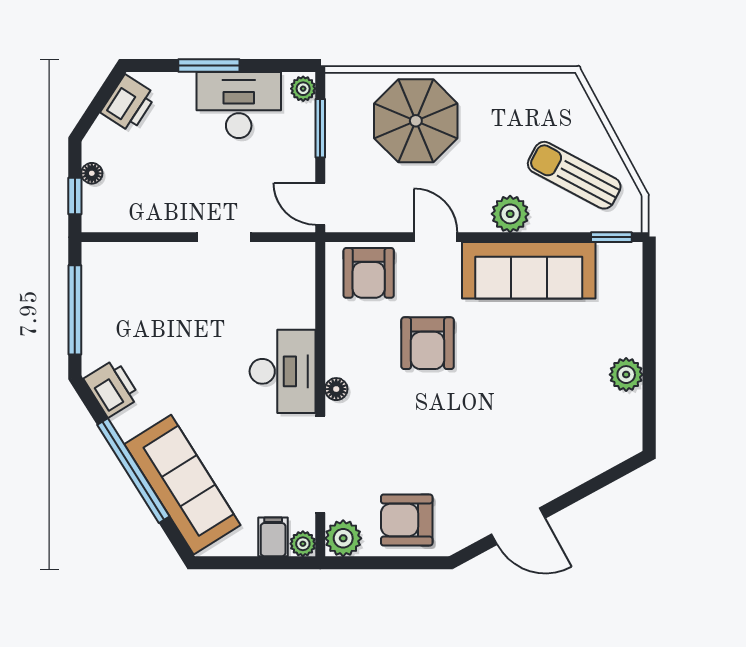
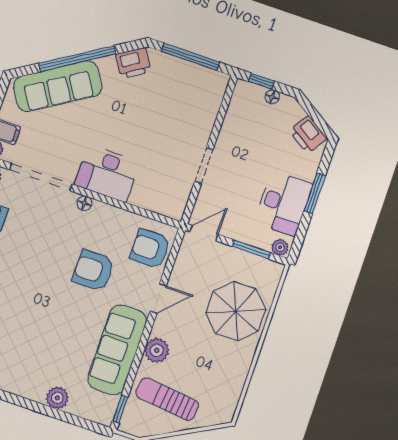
sun lounger: (574, 175) -> (167, 399), turned -112
plant: (626, 375) -> (57, 398), moved

